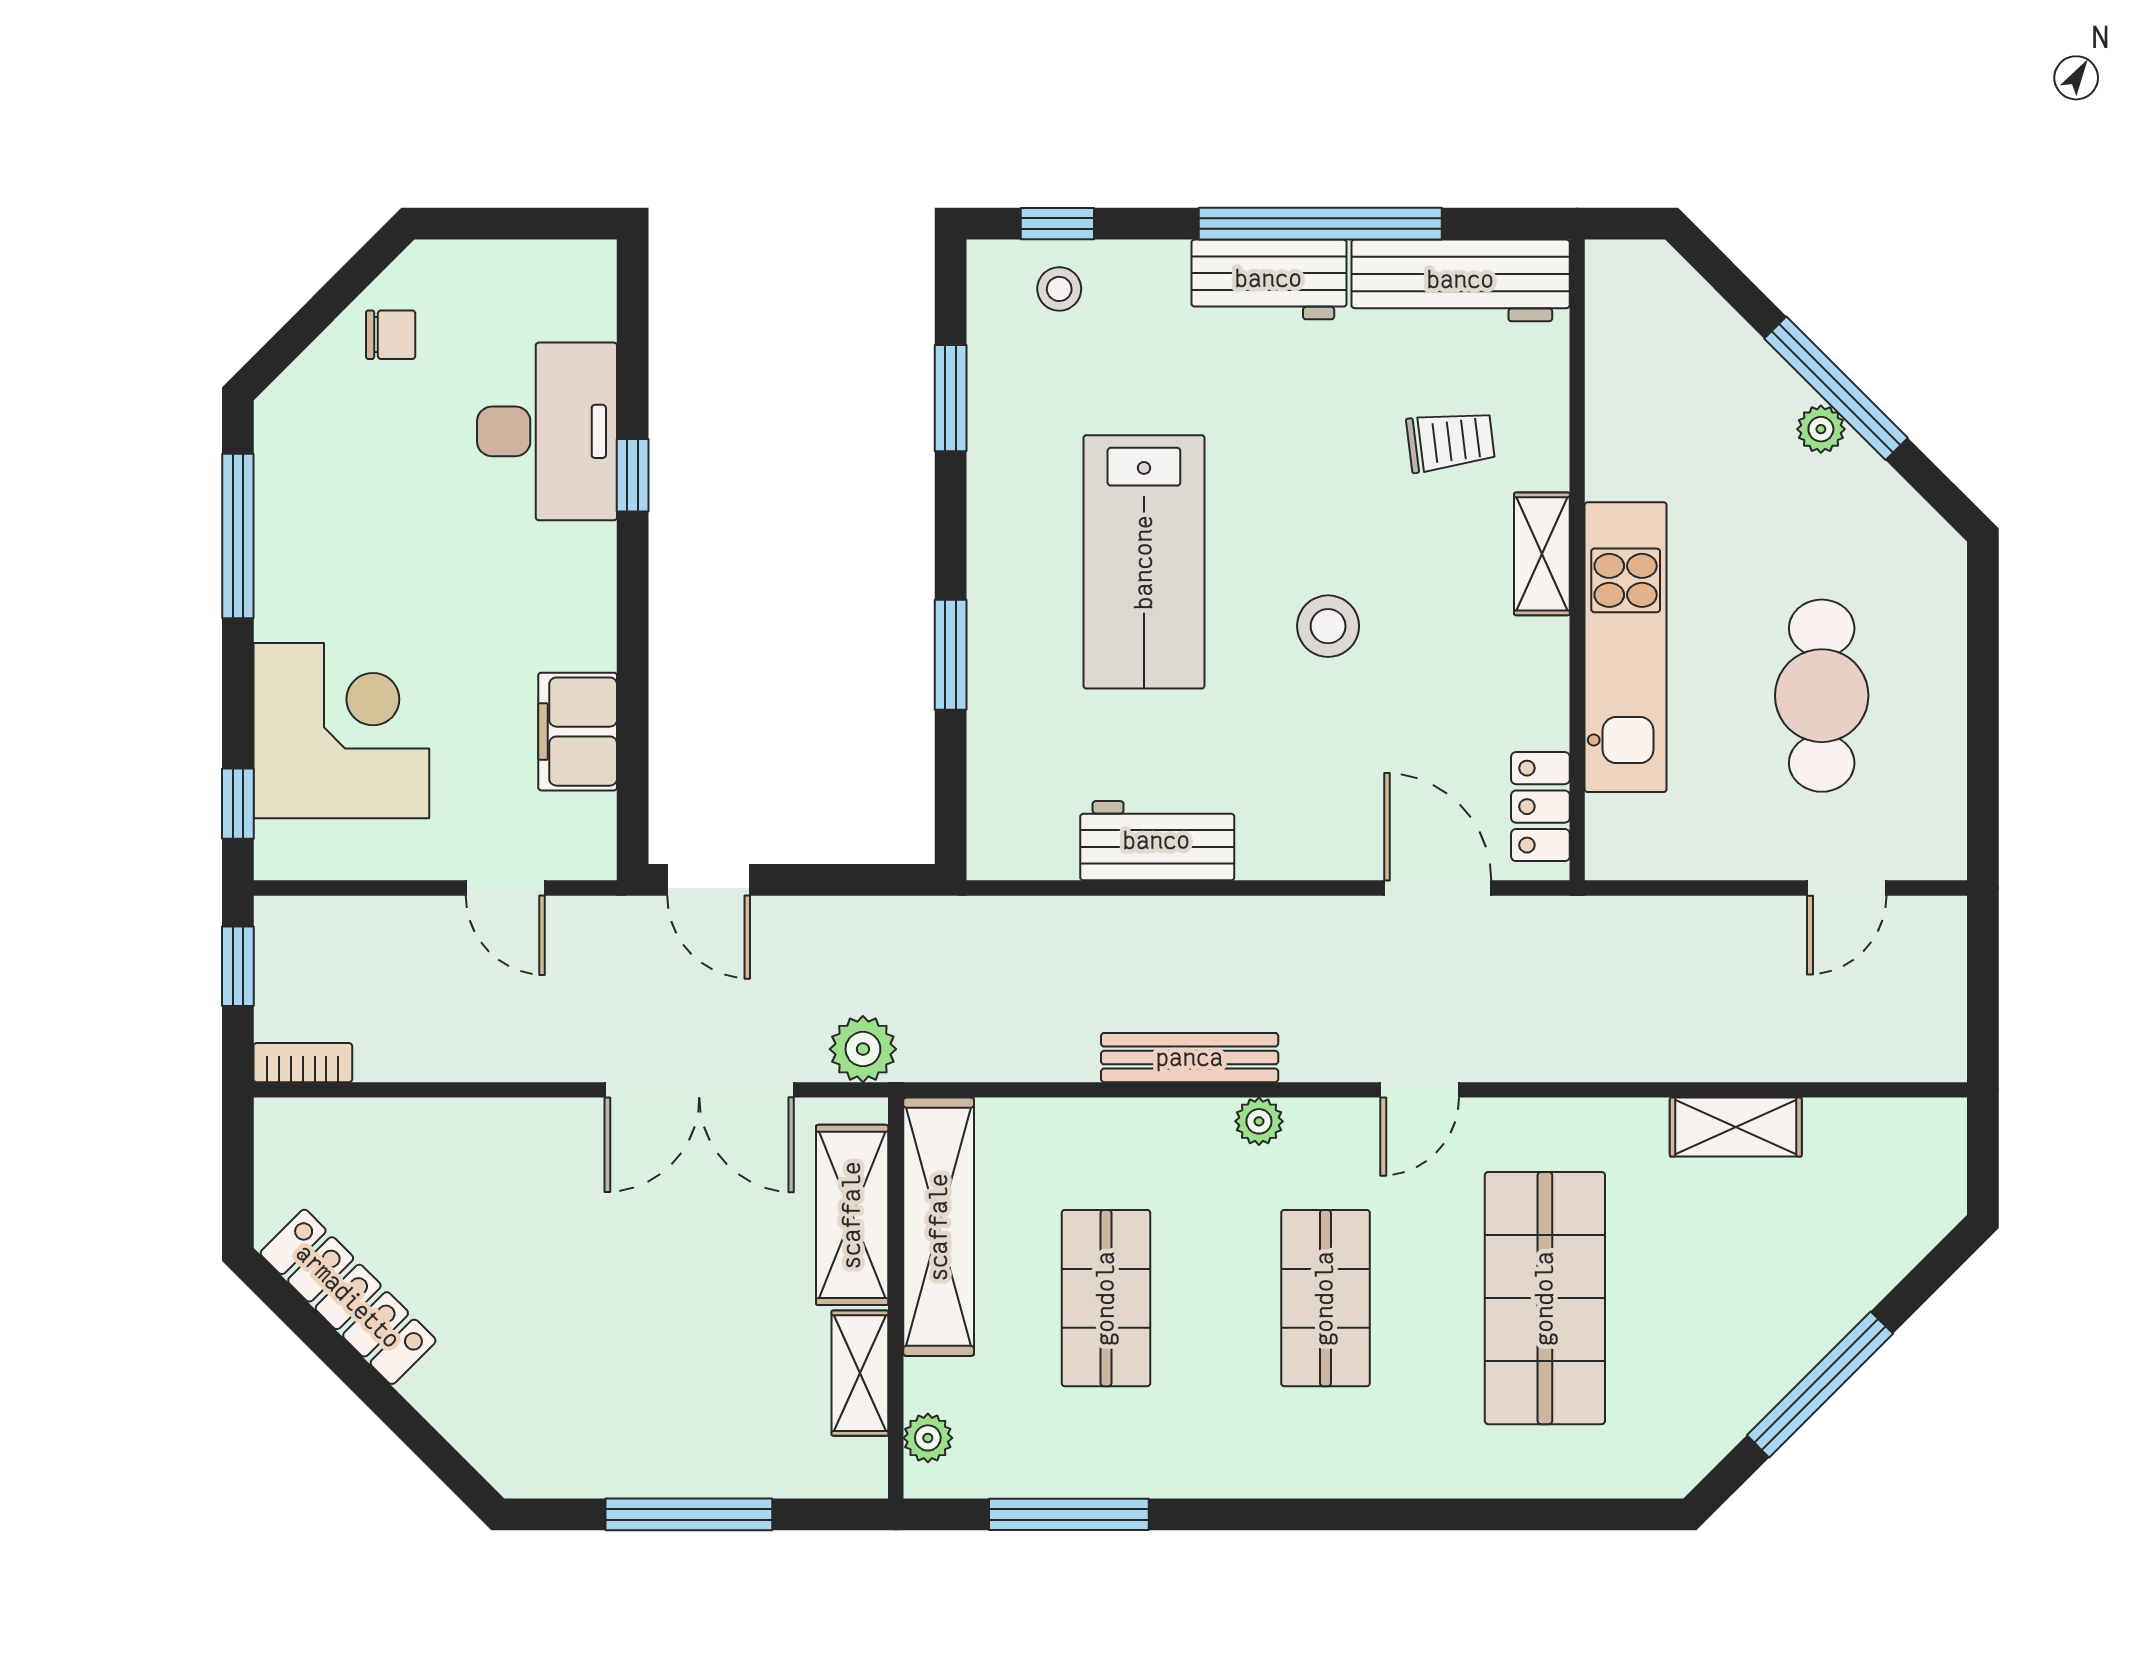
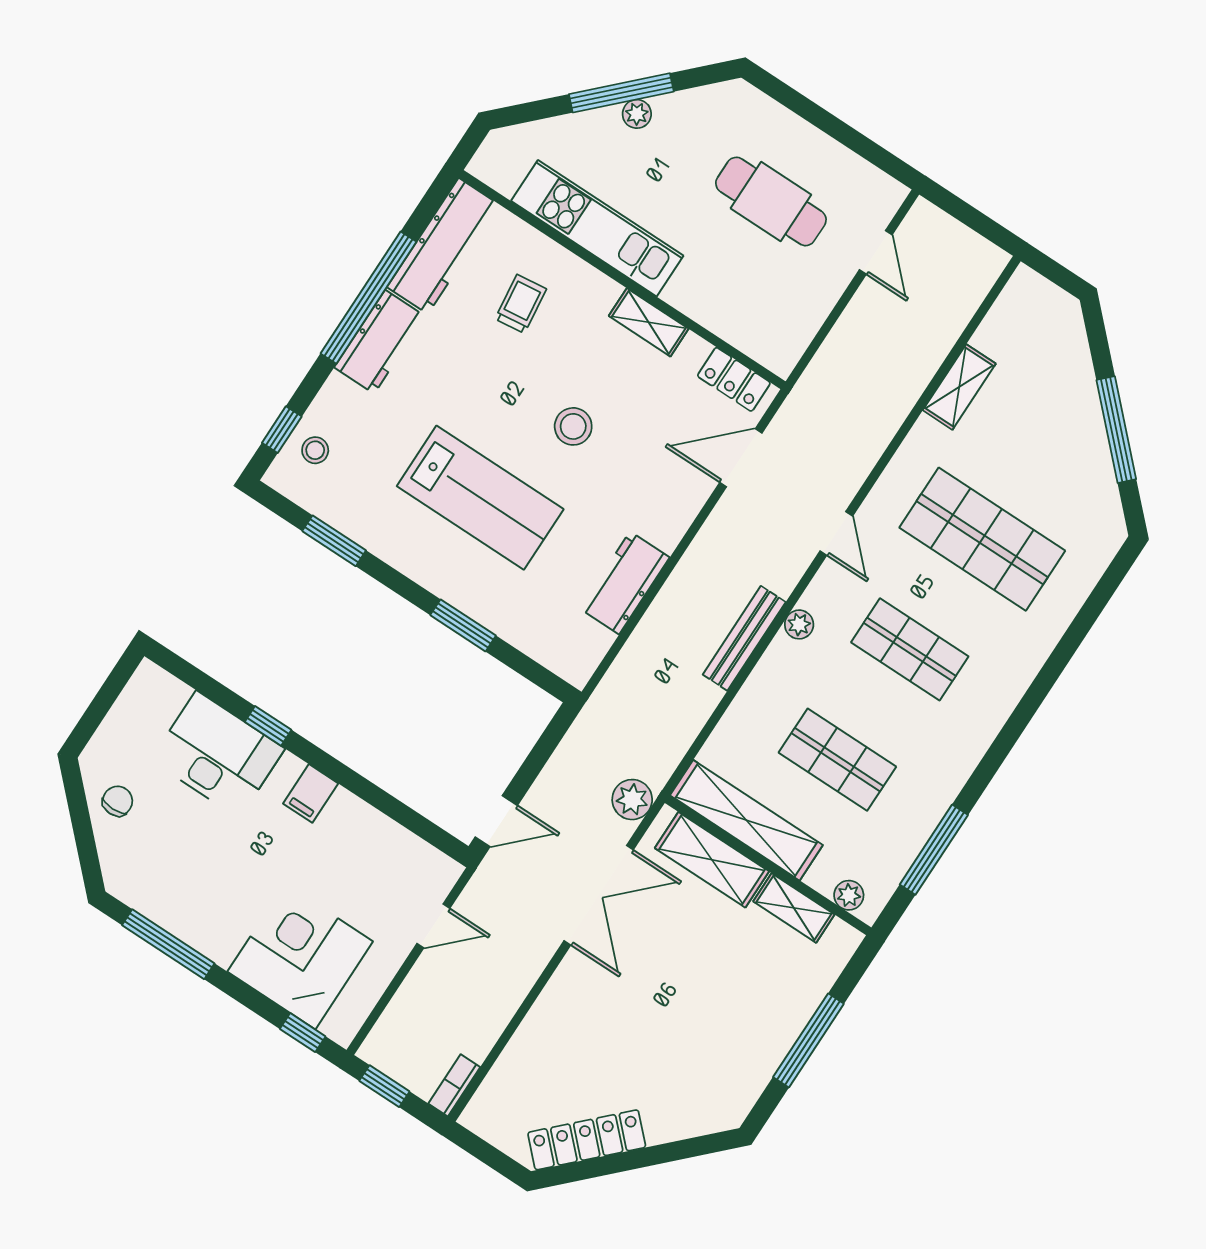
shelving: (1542, 554) -> (649, 322), moved
kitchen unit: (1626, 647) -> (597, 228), moved
filing cabinet: (578, 732) -> (311, 793), moved, width x0.50

